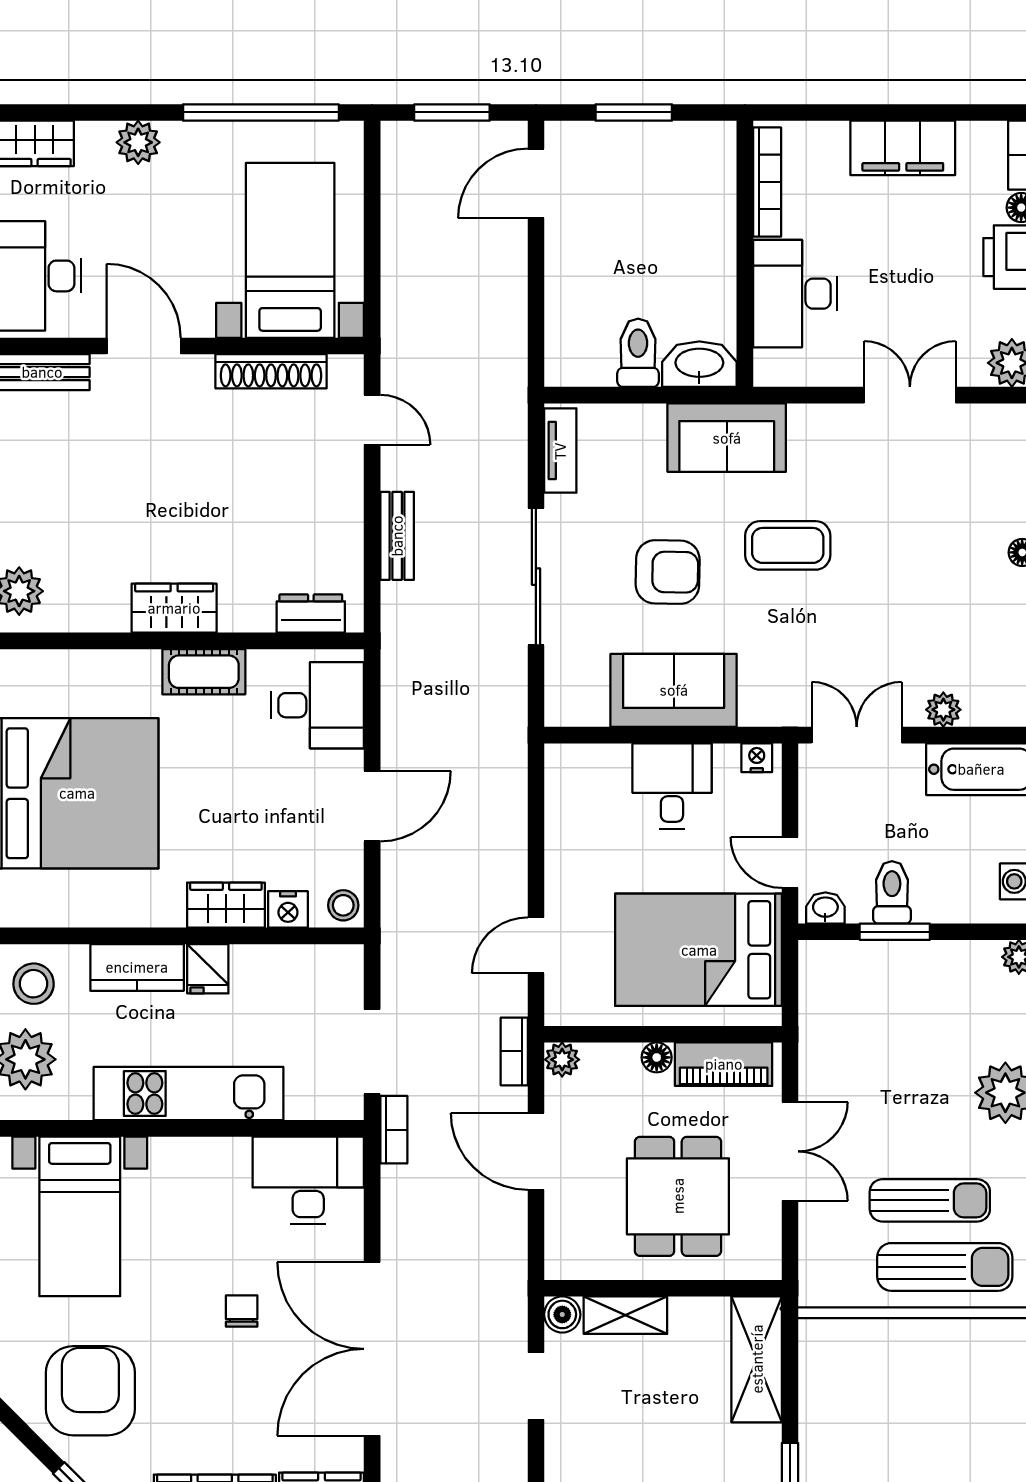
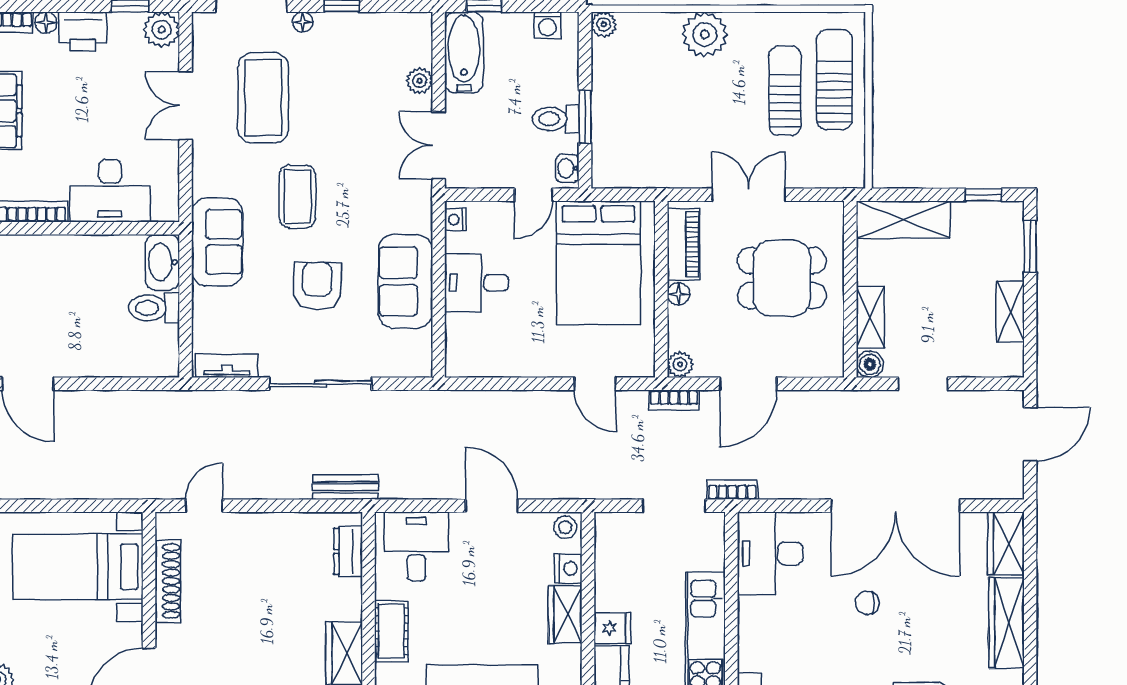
coffee table: (920, 499) -> (263, 98), added
bench: (397, 536) -> (345, 487), moved

